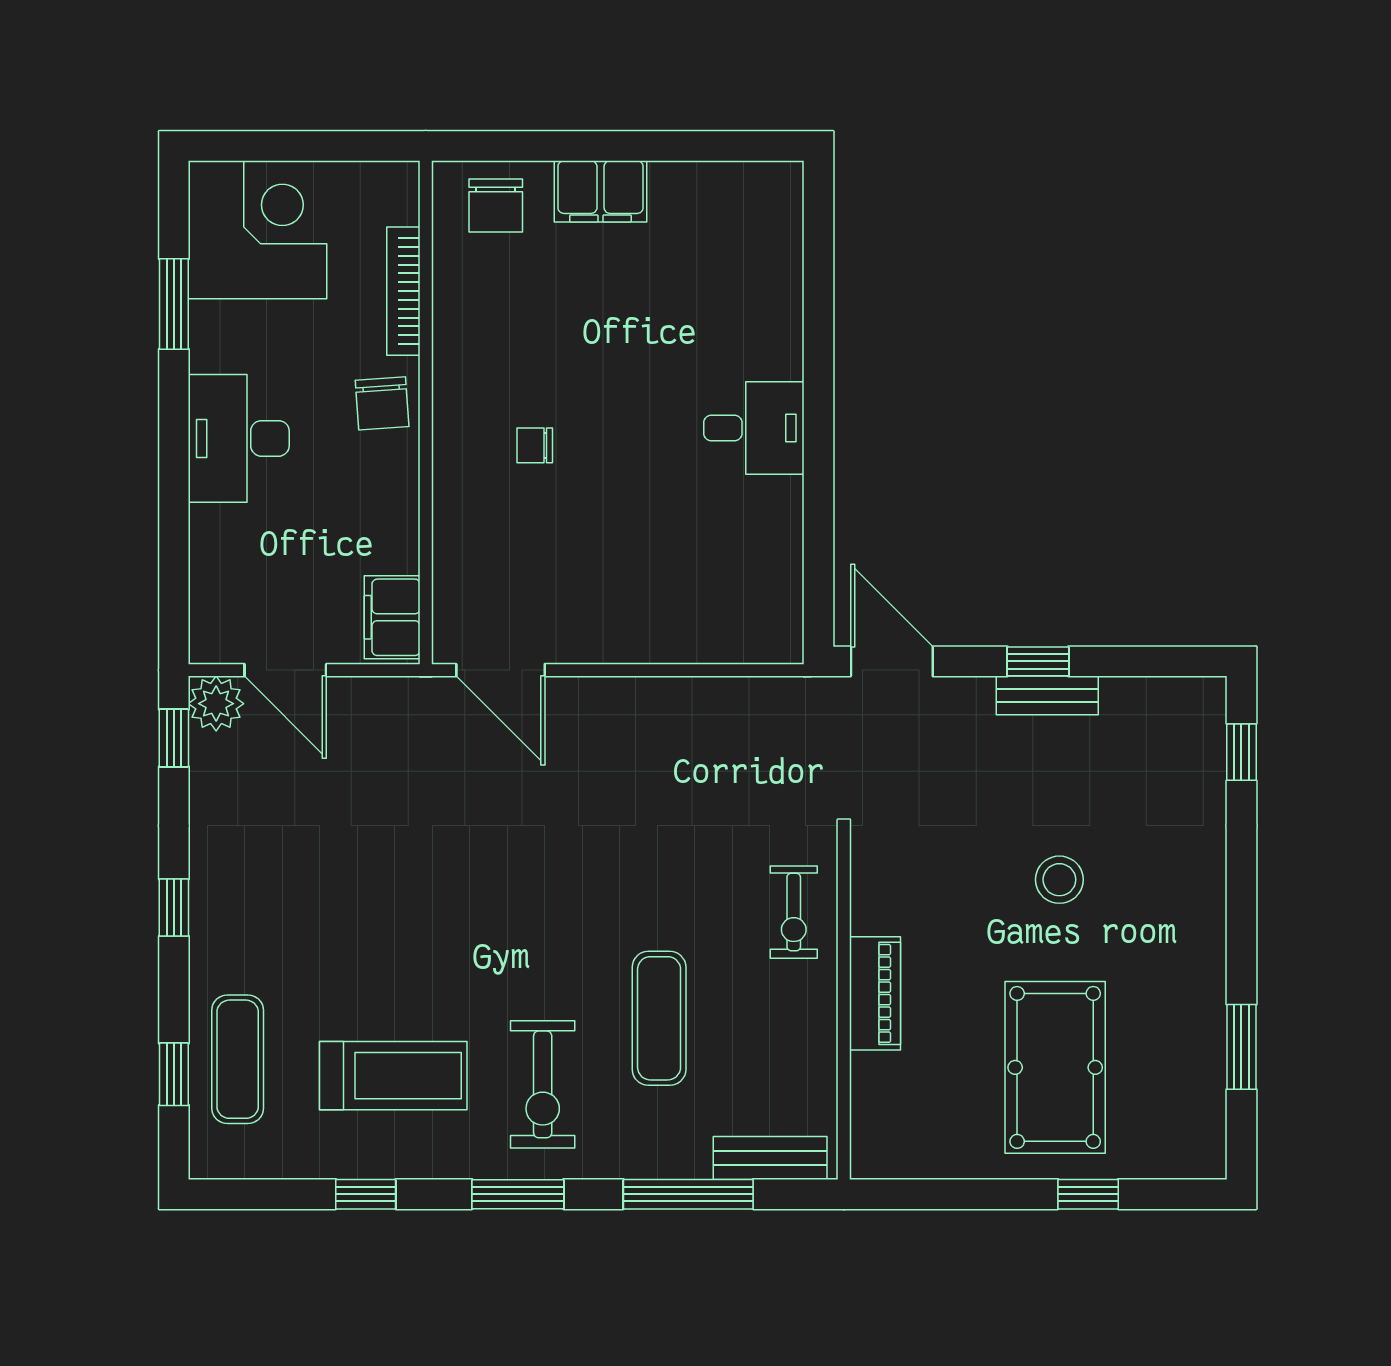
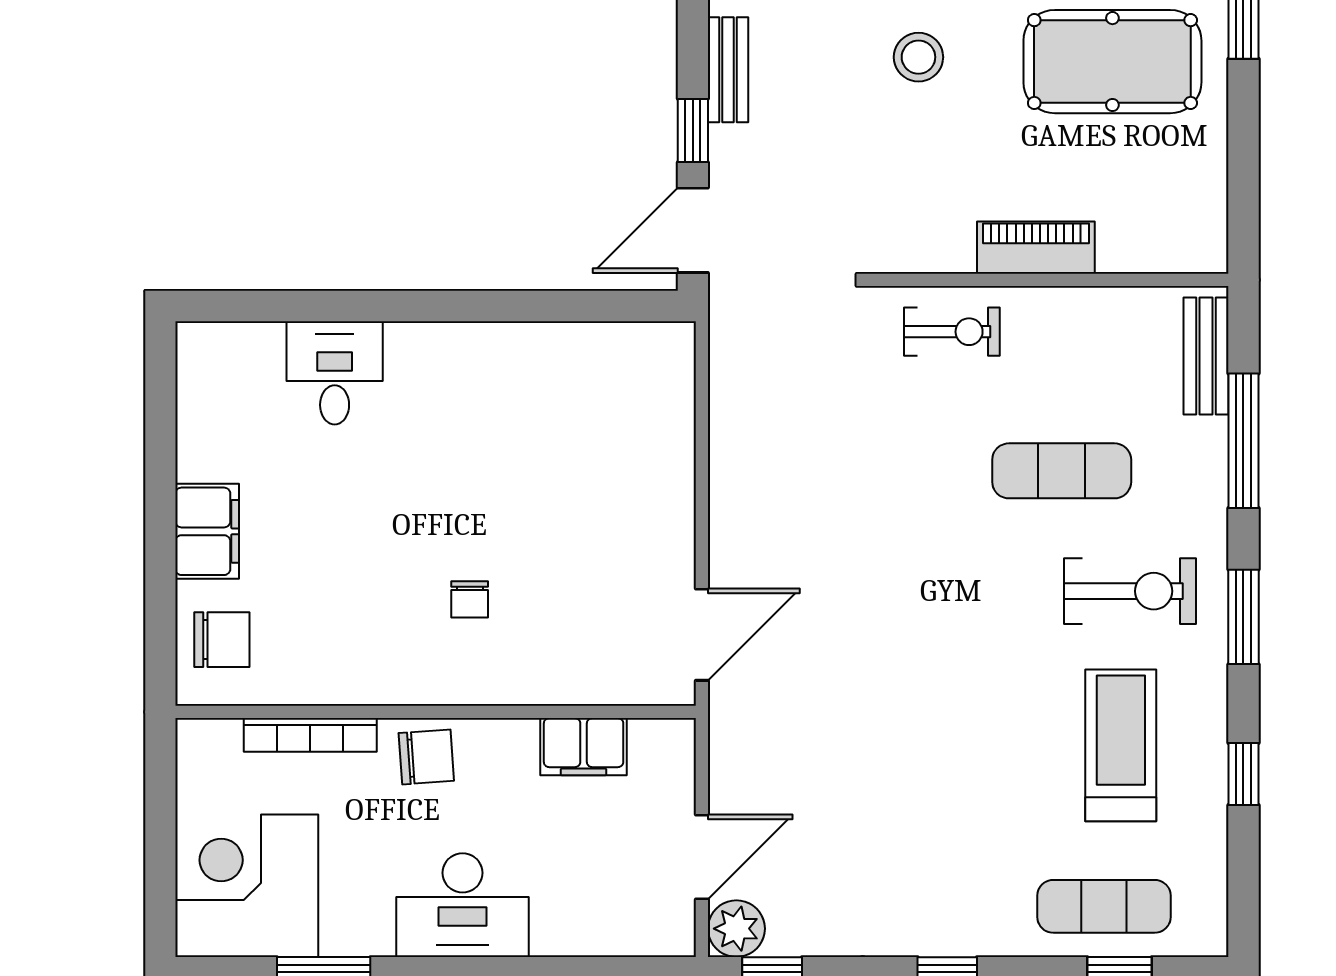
desk: (754, 428) -> (335, 373), moved
filing cabinet: (392, 617) -> (584, 747), moved
window: (1038, 661) -> (693, 130), moved

